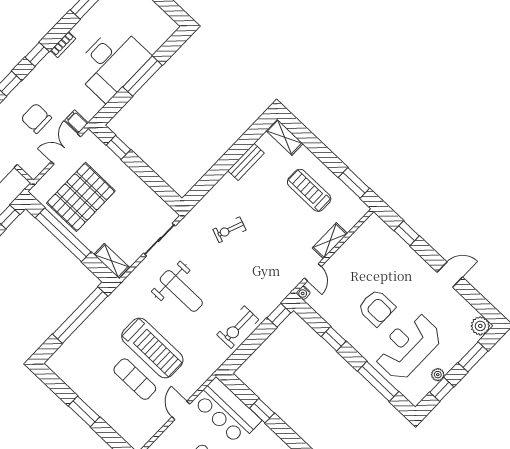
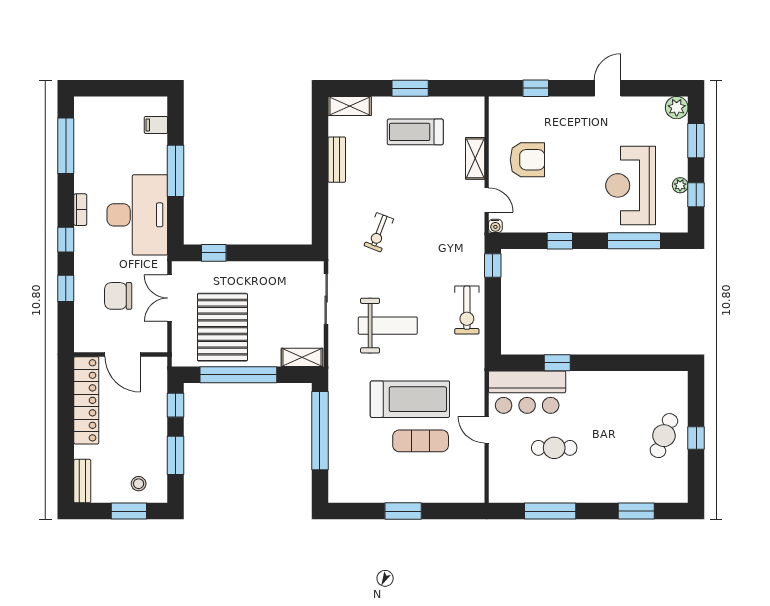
desk: (111, 63) -> (137, 215), moved
filing cabinet: (76, 122) -> (156, 125), moved
window: (354, 183) -> (410, 88), moved
armchair: (376, 308) -> (527, 160), moved

